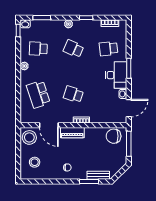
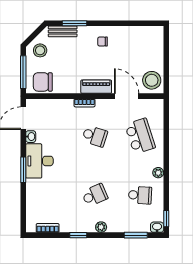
school desk: (73, 49) -> (95, 195), turned -48
school desk: (108, 49) -> (49, 195), removed
chair: (114, 136) -> (43, 82), turned 180
stool: (35, 162) -> (40, 50), moved

